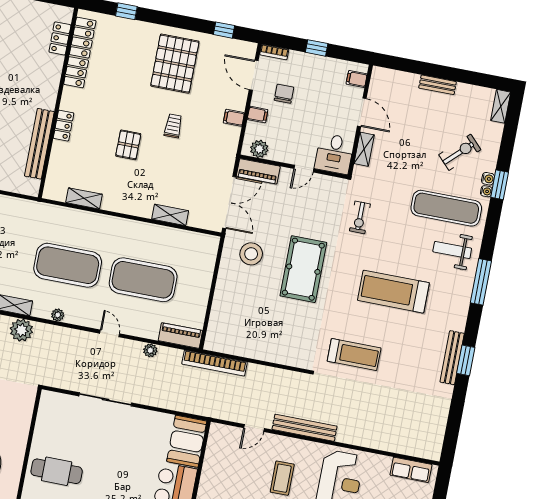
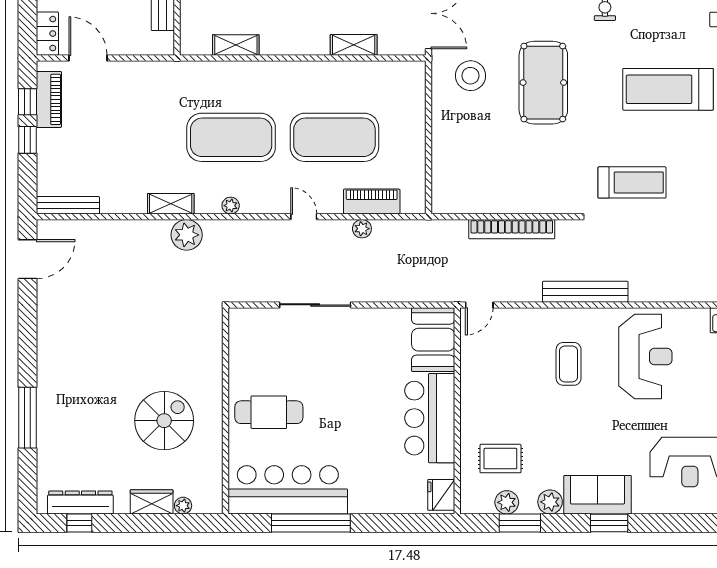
piano: (180, 336) -> (372, 202), moved
bookcase: (215, 363) -> (512, 229), moved
door: (254, 428) -> (479, 305), moved

